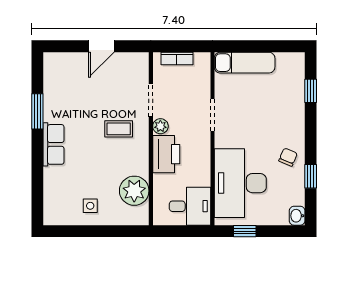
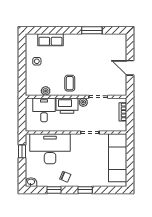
exam couch: (245, 63) -> (118, 158), width x1.36, depth x1.45
window: (311, 91) -> (85, 190), moved
coffee table: (119, 129) -> (70, 83), moved
row of seats: (53, 144) -> (50, 40), moved
plant: (134, 191) -> (46, 91), width x0.53, depth x0.53
desk: (190, 206) -> (44, 110), moved, turned 180

